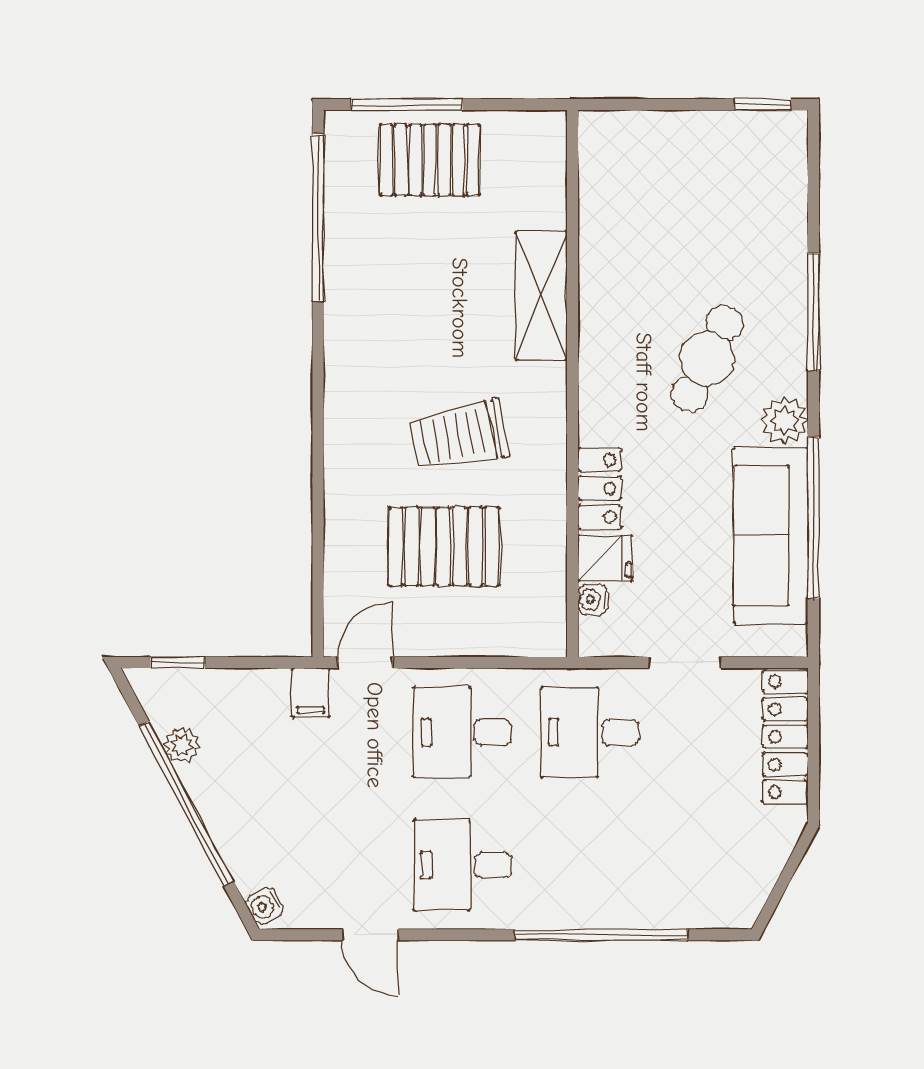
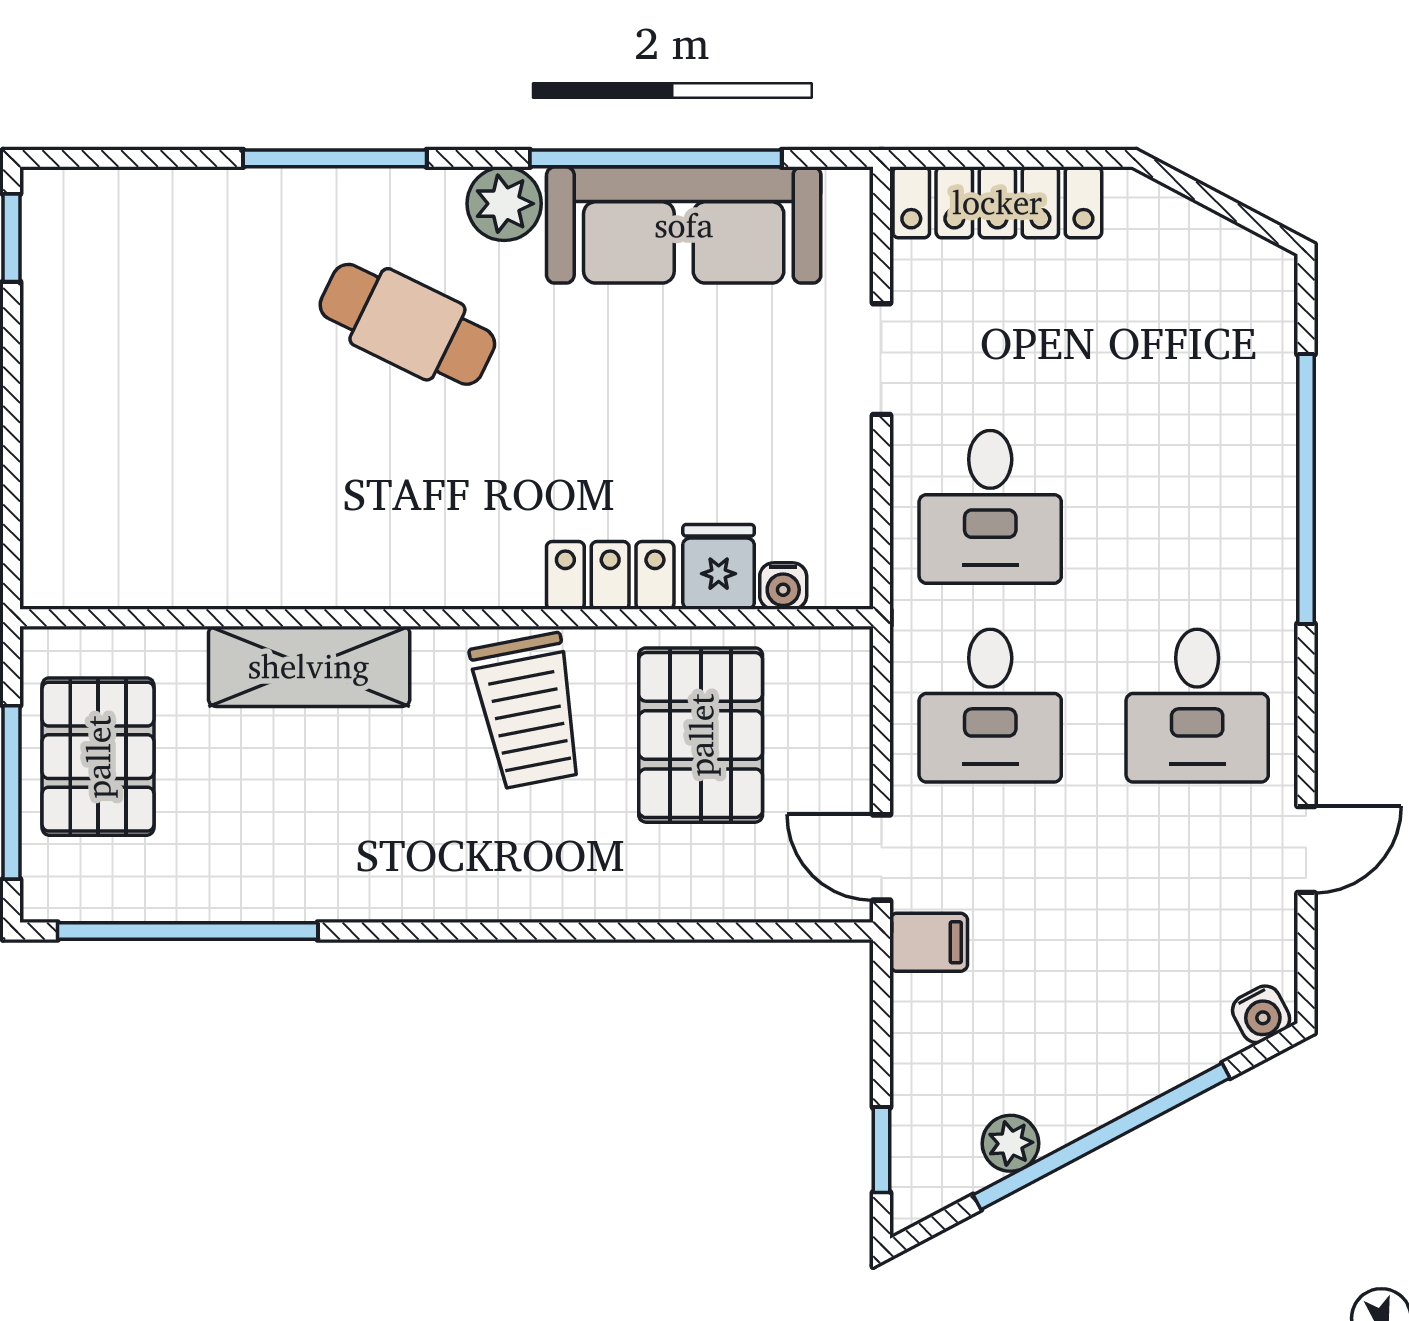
shelving: (541, 295) -> (309, 666), moved
wall: (572, 383) -> (446, 618), moved
locker: (600, 488) -> (610, 575), moved
fridge: (605, 558) -> (719, 567), moved
water cooler: (593, 599) -> (783, 586), moved

